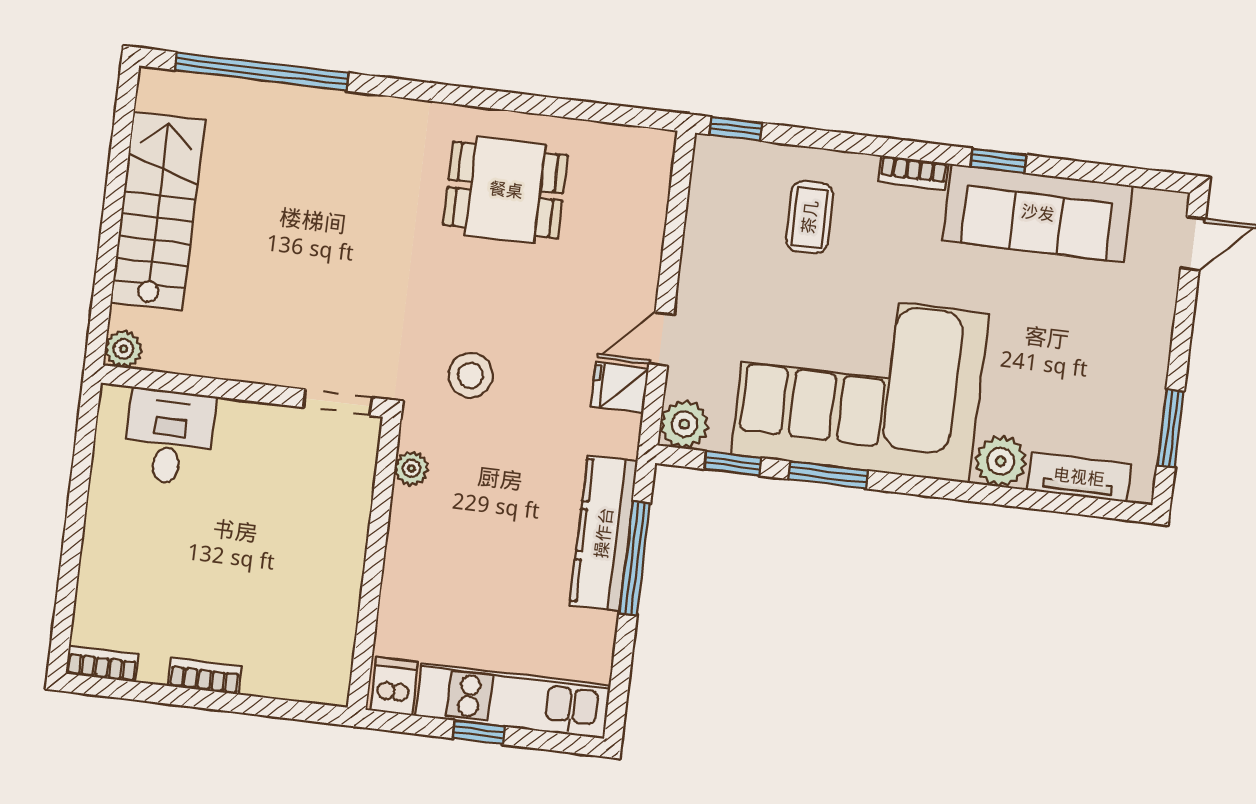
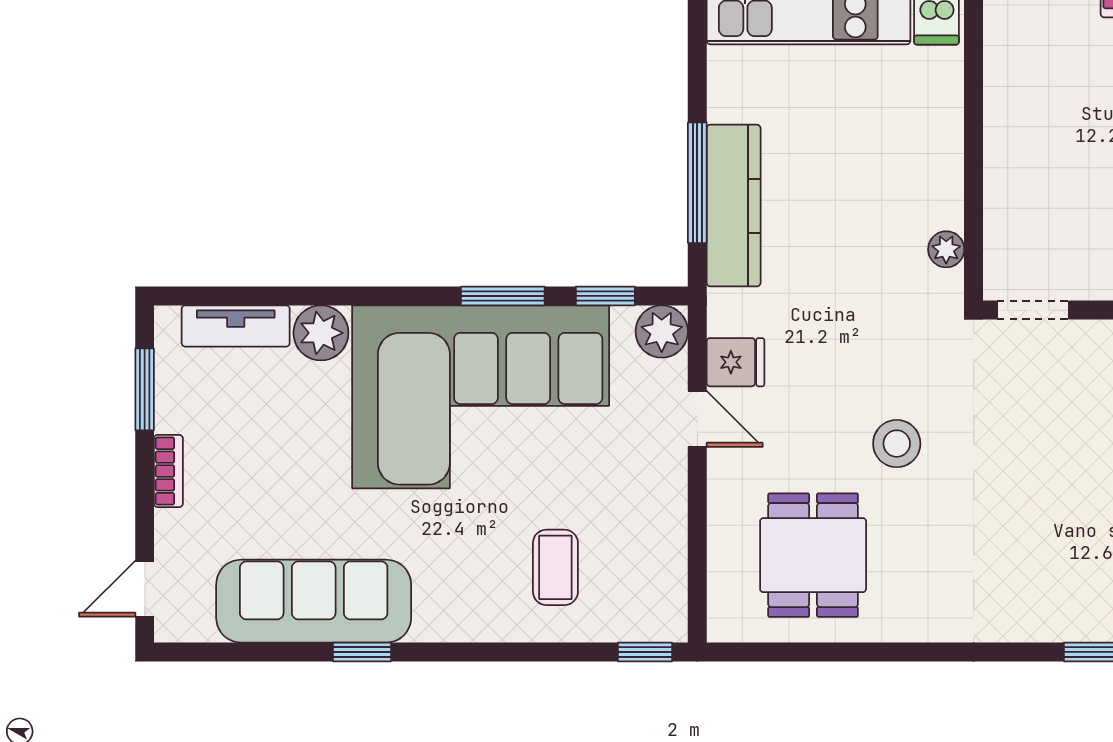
bookcase: (913, 173) -> (168, 471), moved, turned 90
dining table: (506, 190) -> (813, 555), moved, turned 90
door: (661, 339) -> (697, 419), hinge flipped
stool: (471, 375) -> (897, 444), moved

